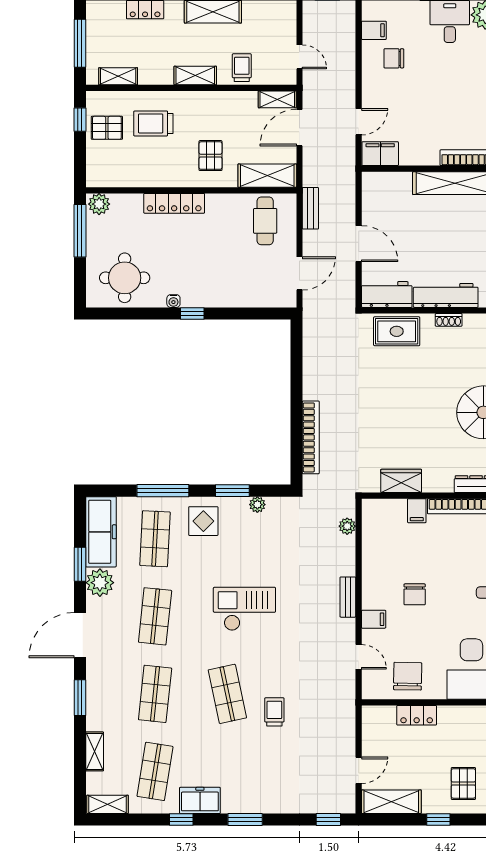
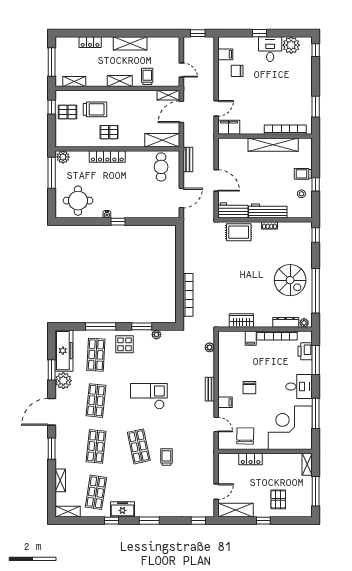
trolley: (153, 123) -> (95, 109), turned 180
pallet: (211, 156) -> (109, 132), moved, turned 90

